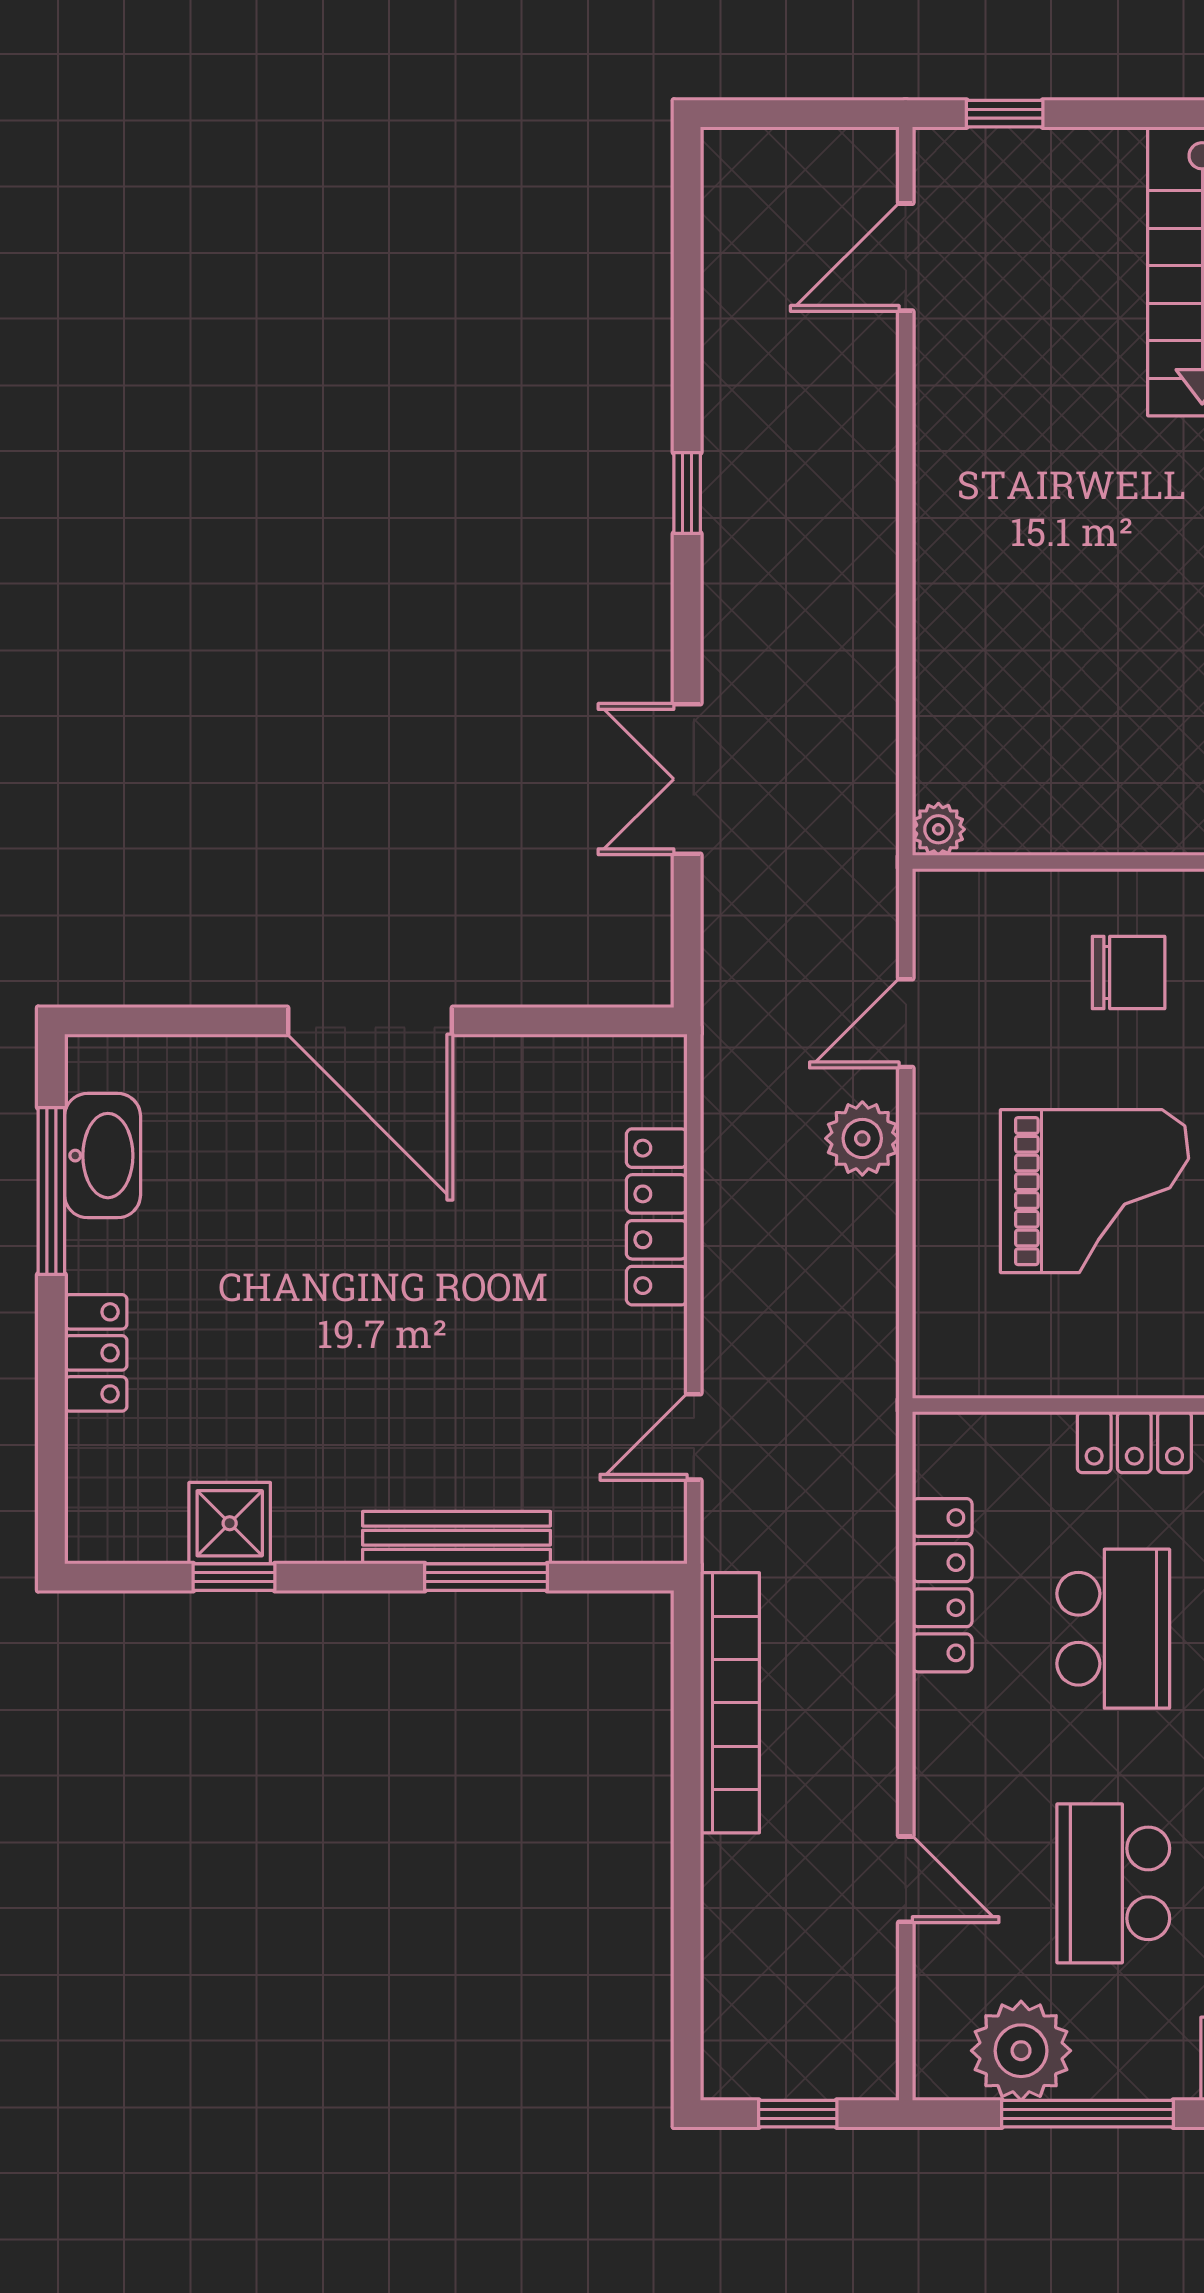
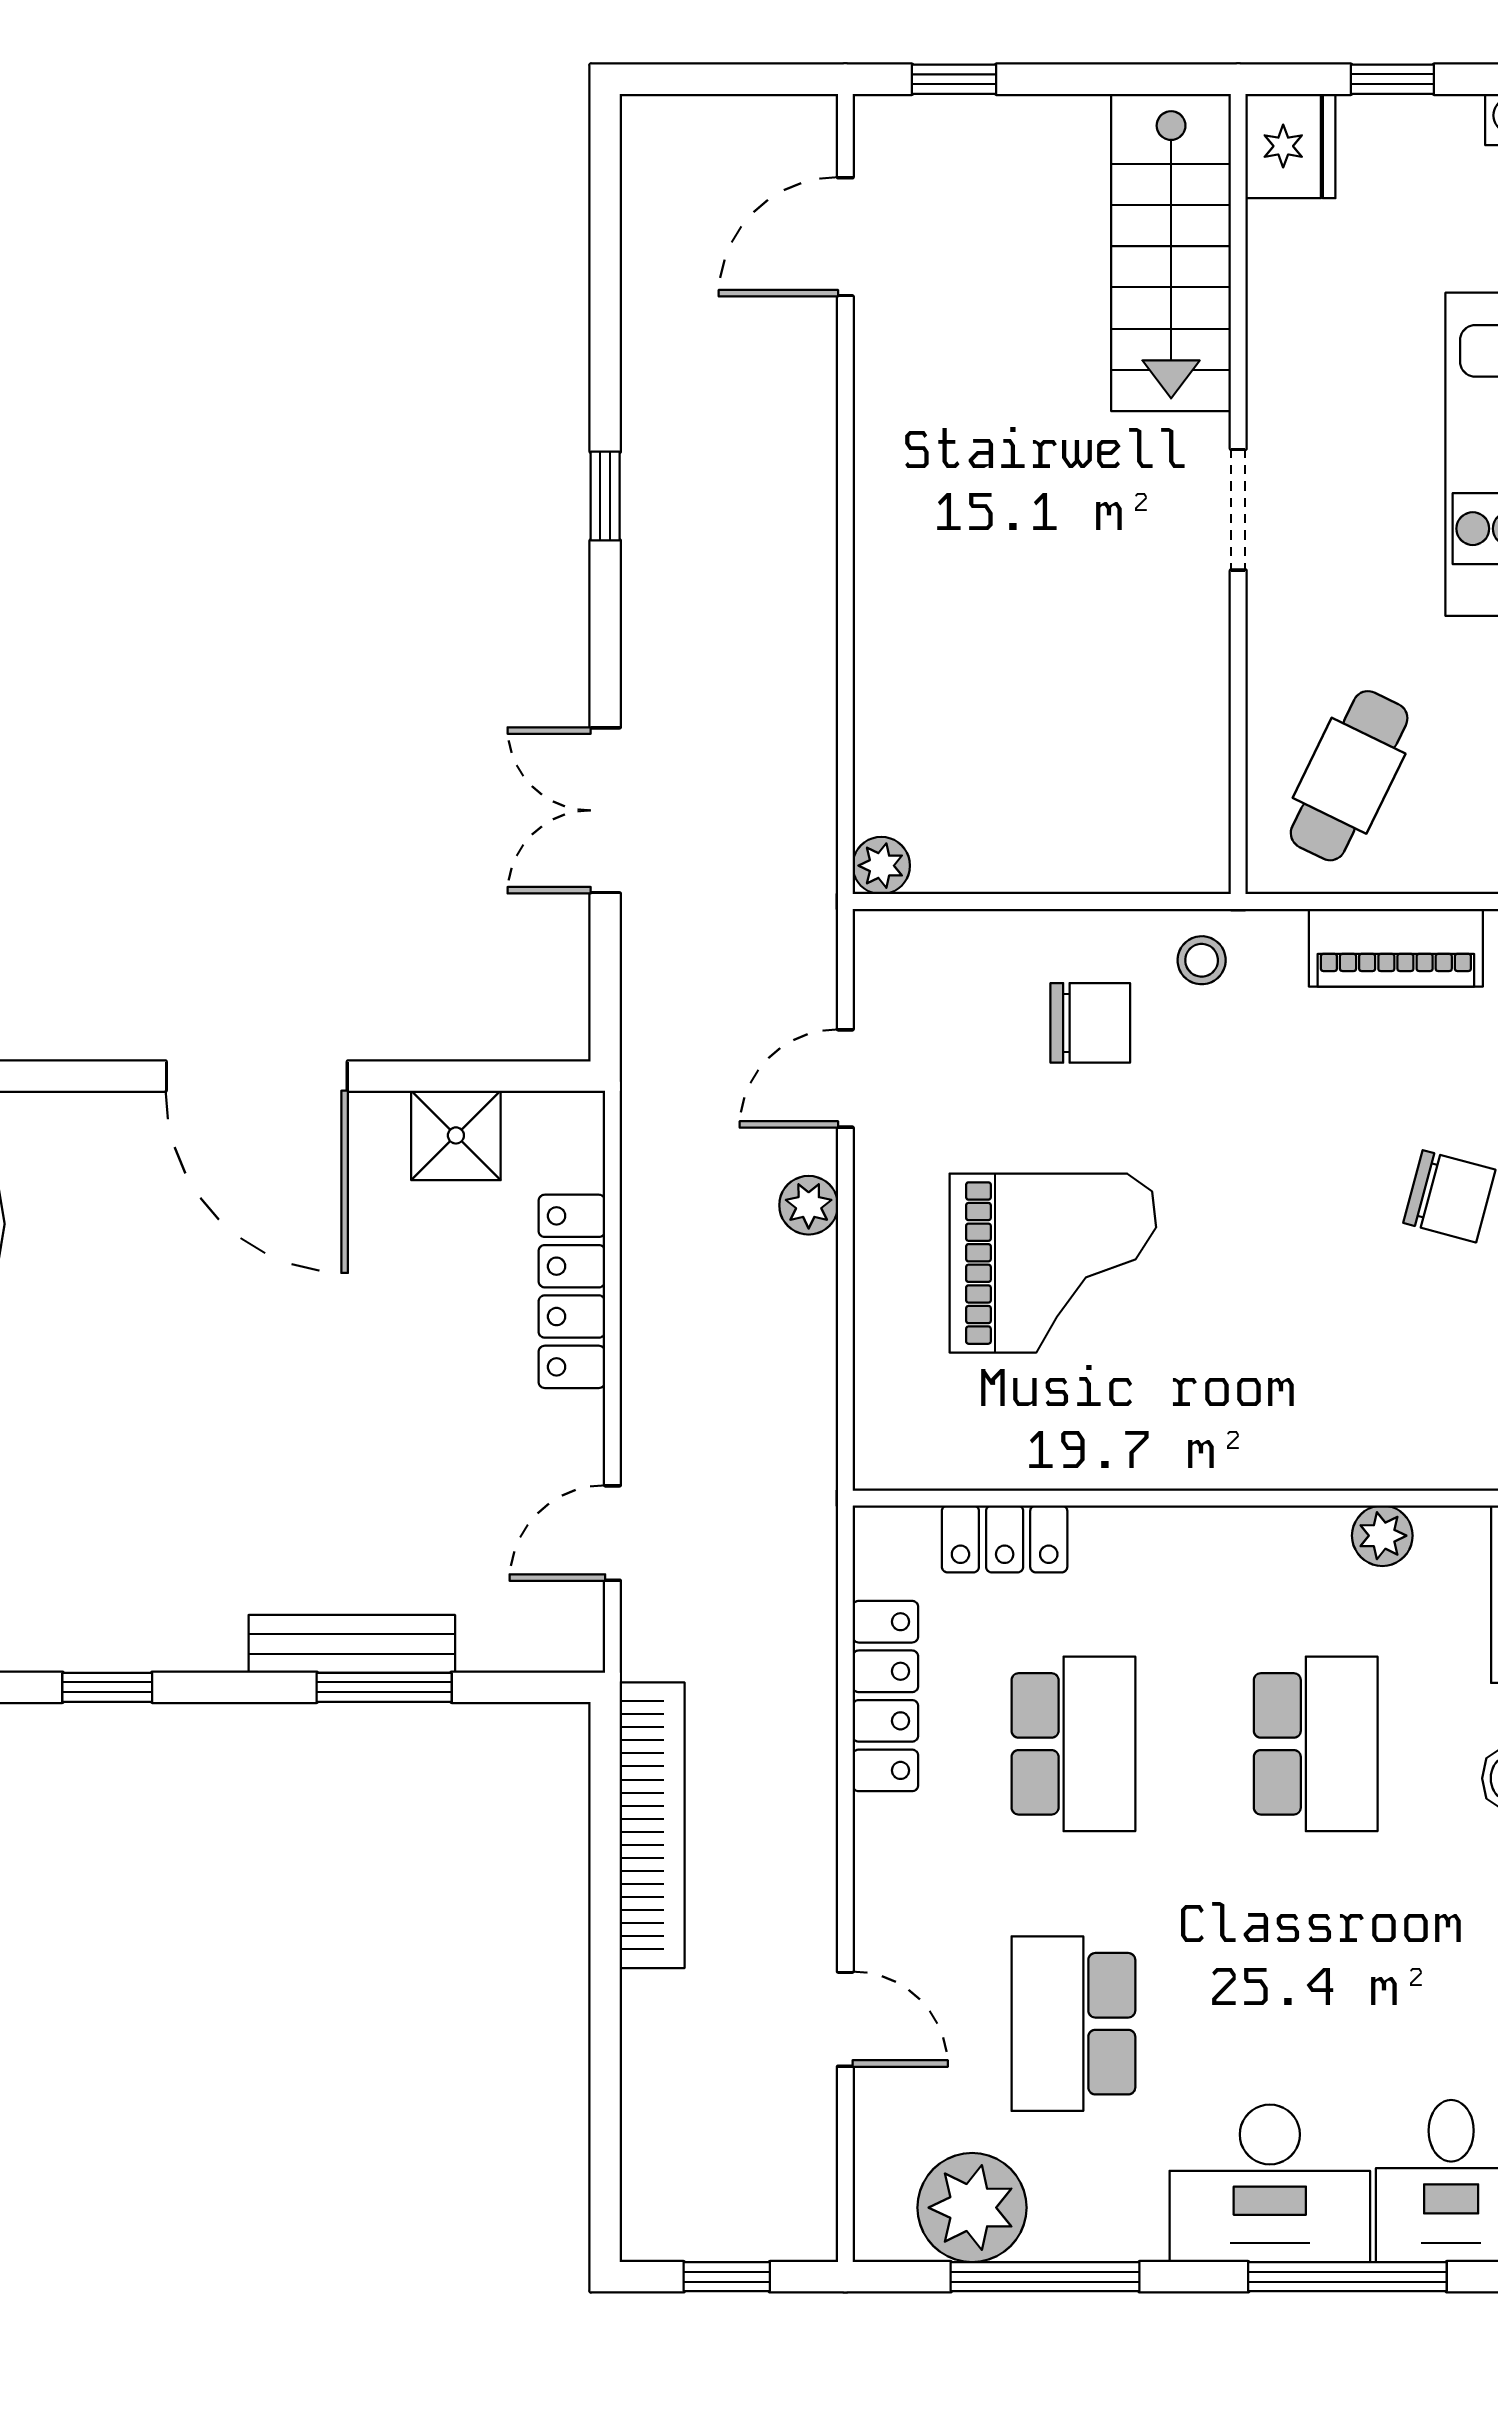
plant: (862, 1138) -> (809, 1205), width x0.73, depth x0.73
locker: (1134, 1442) -> (1005, 1539), moved
shower: (230, 1523) -> (456, 1135), moved

